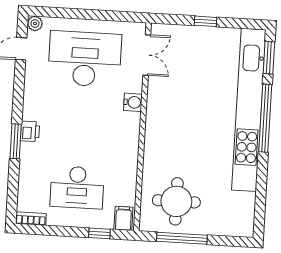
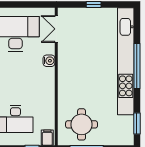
double door: (147, 55) -> (56, 29), swing flipped
window: (269, 58) -> (137, 124), moved

